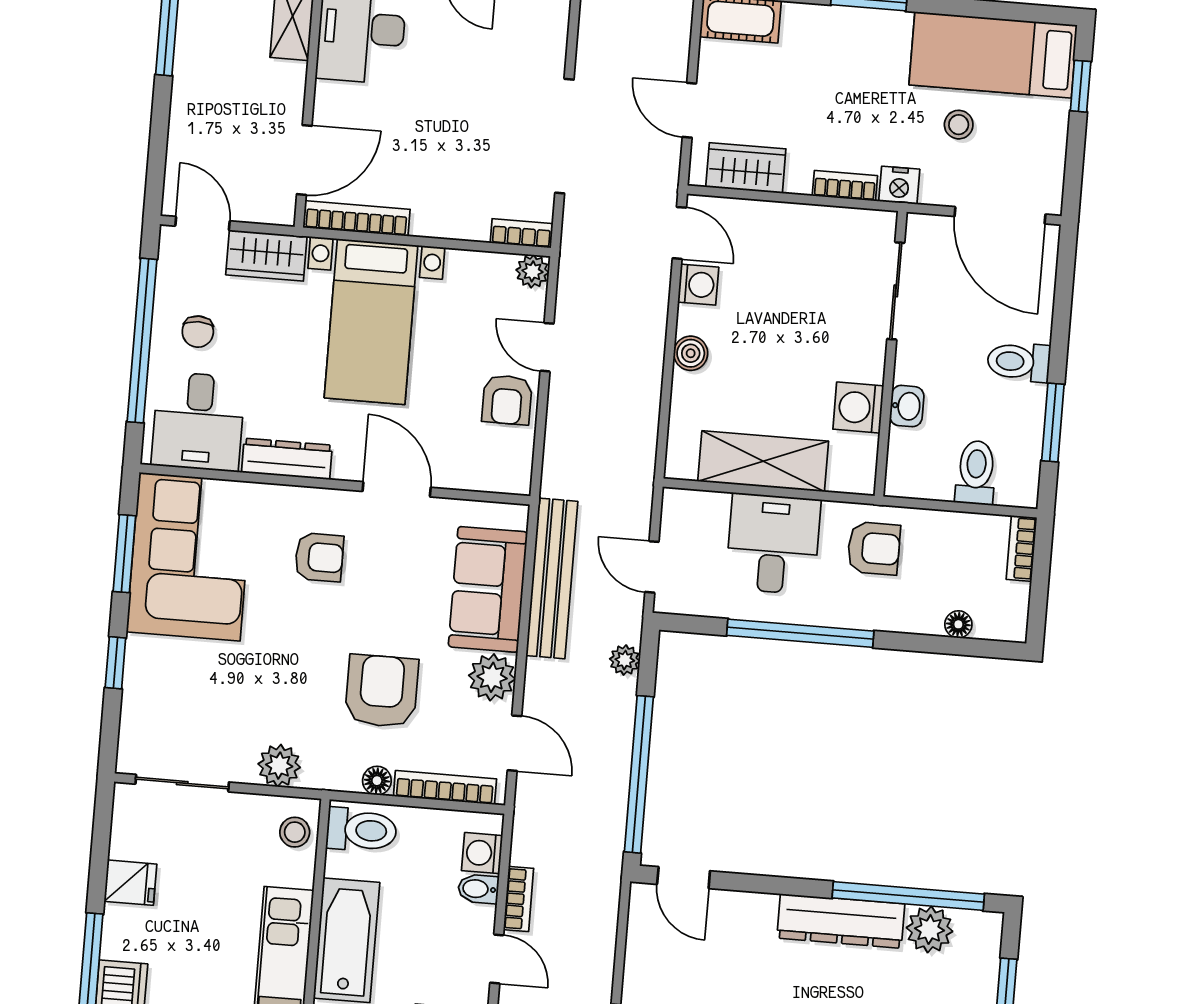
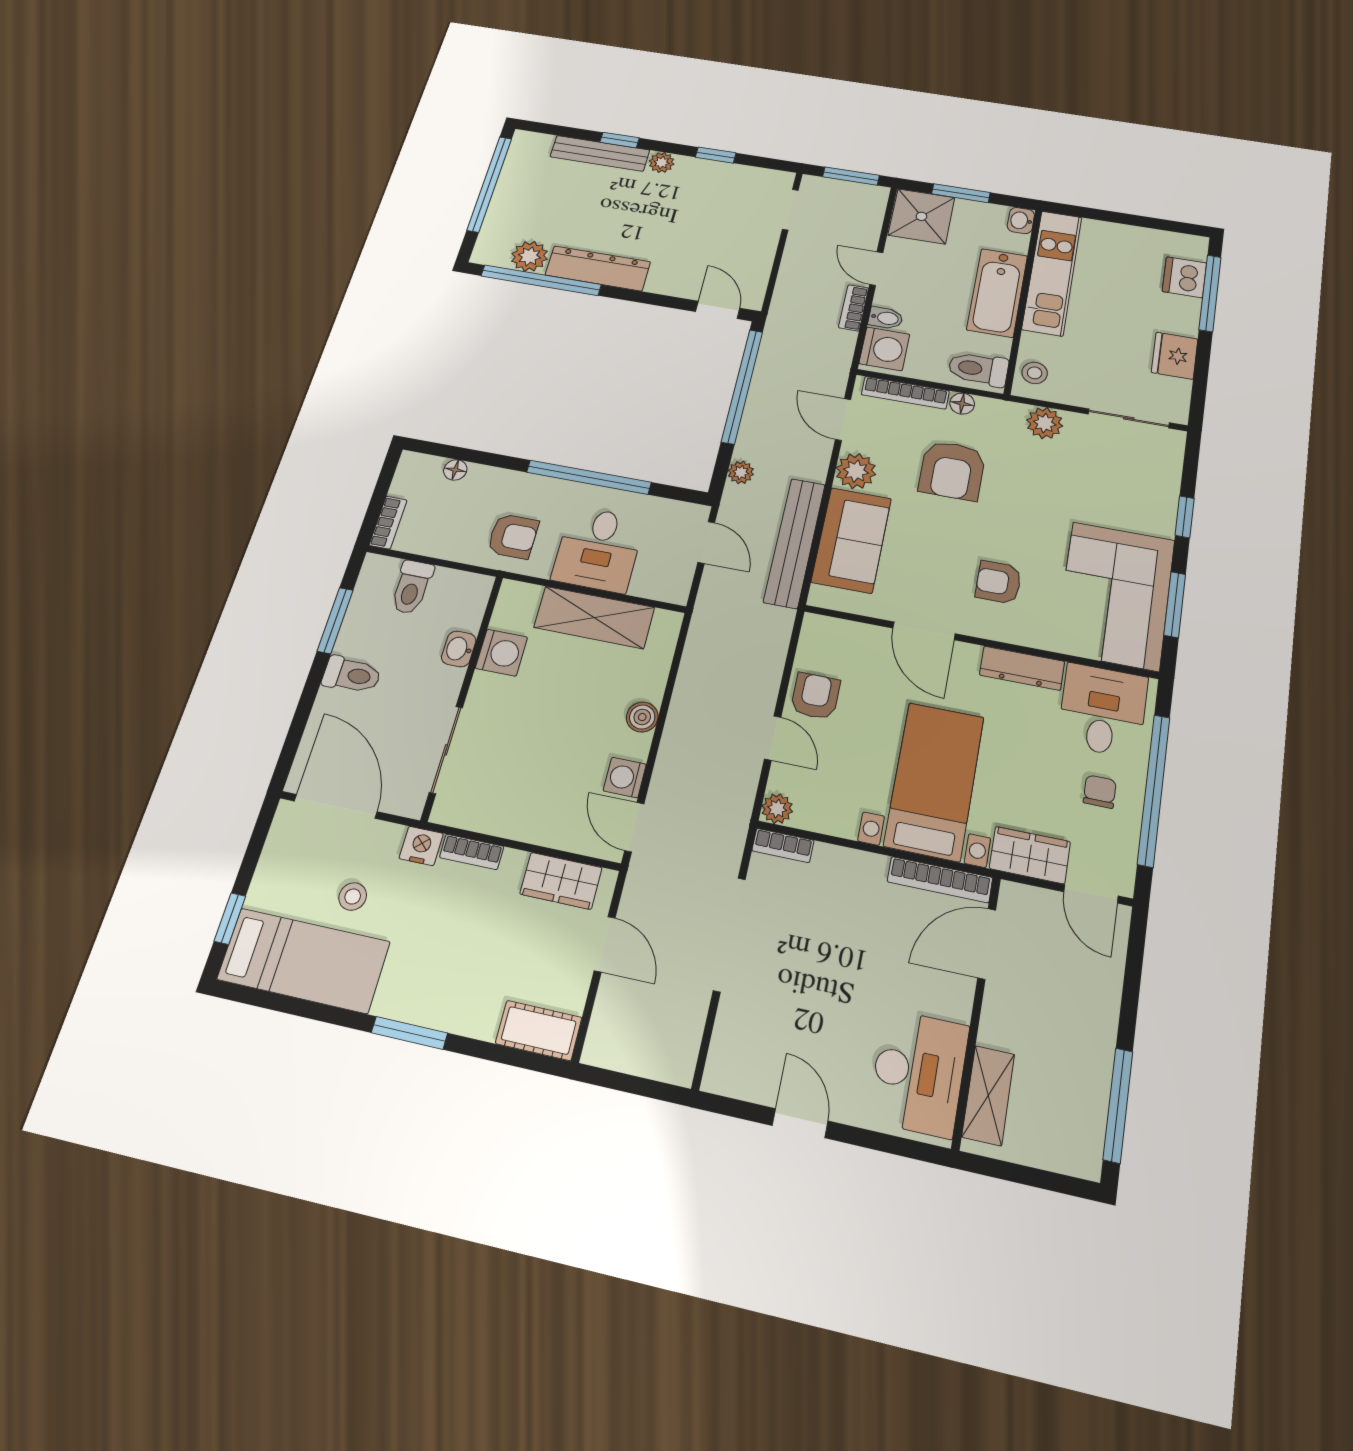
armchair: (874, 548) -> (513, 536), turned 180
washing machine: (482, 853) -> (884, 349), width x1.38, depth x1.38
fridge: (130, 883) -> (1175, 356), width x1.38

